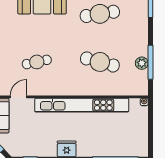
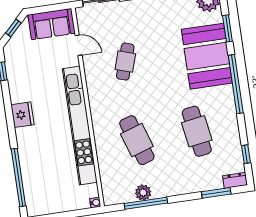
cafe table: (37, 62) -> (125, 62), turned 30
cafe table: (100, 62) -> (137, 140), turned -33

